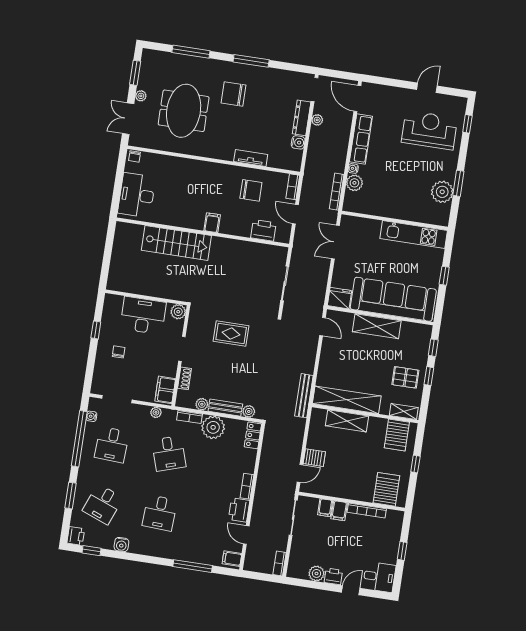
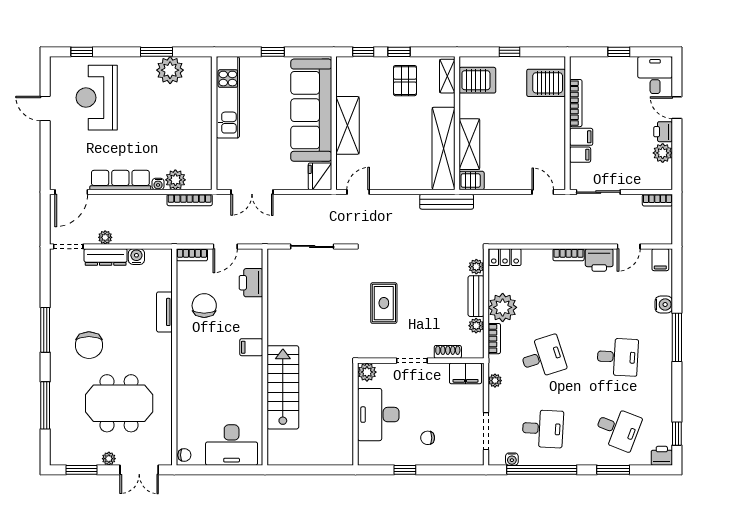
server rack: (314, 458) -> (472, 181), moved, turned 90
water cooler: (121, 545) -> (664, 305), moved
window: (193, 566) -> (677, 337), moved

